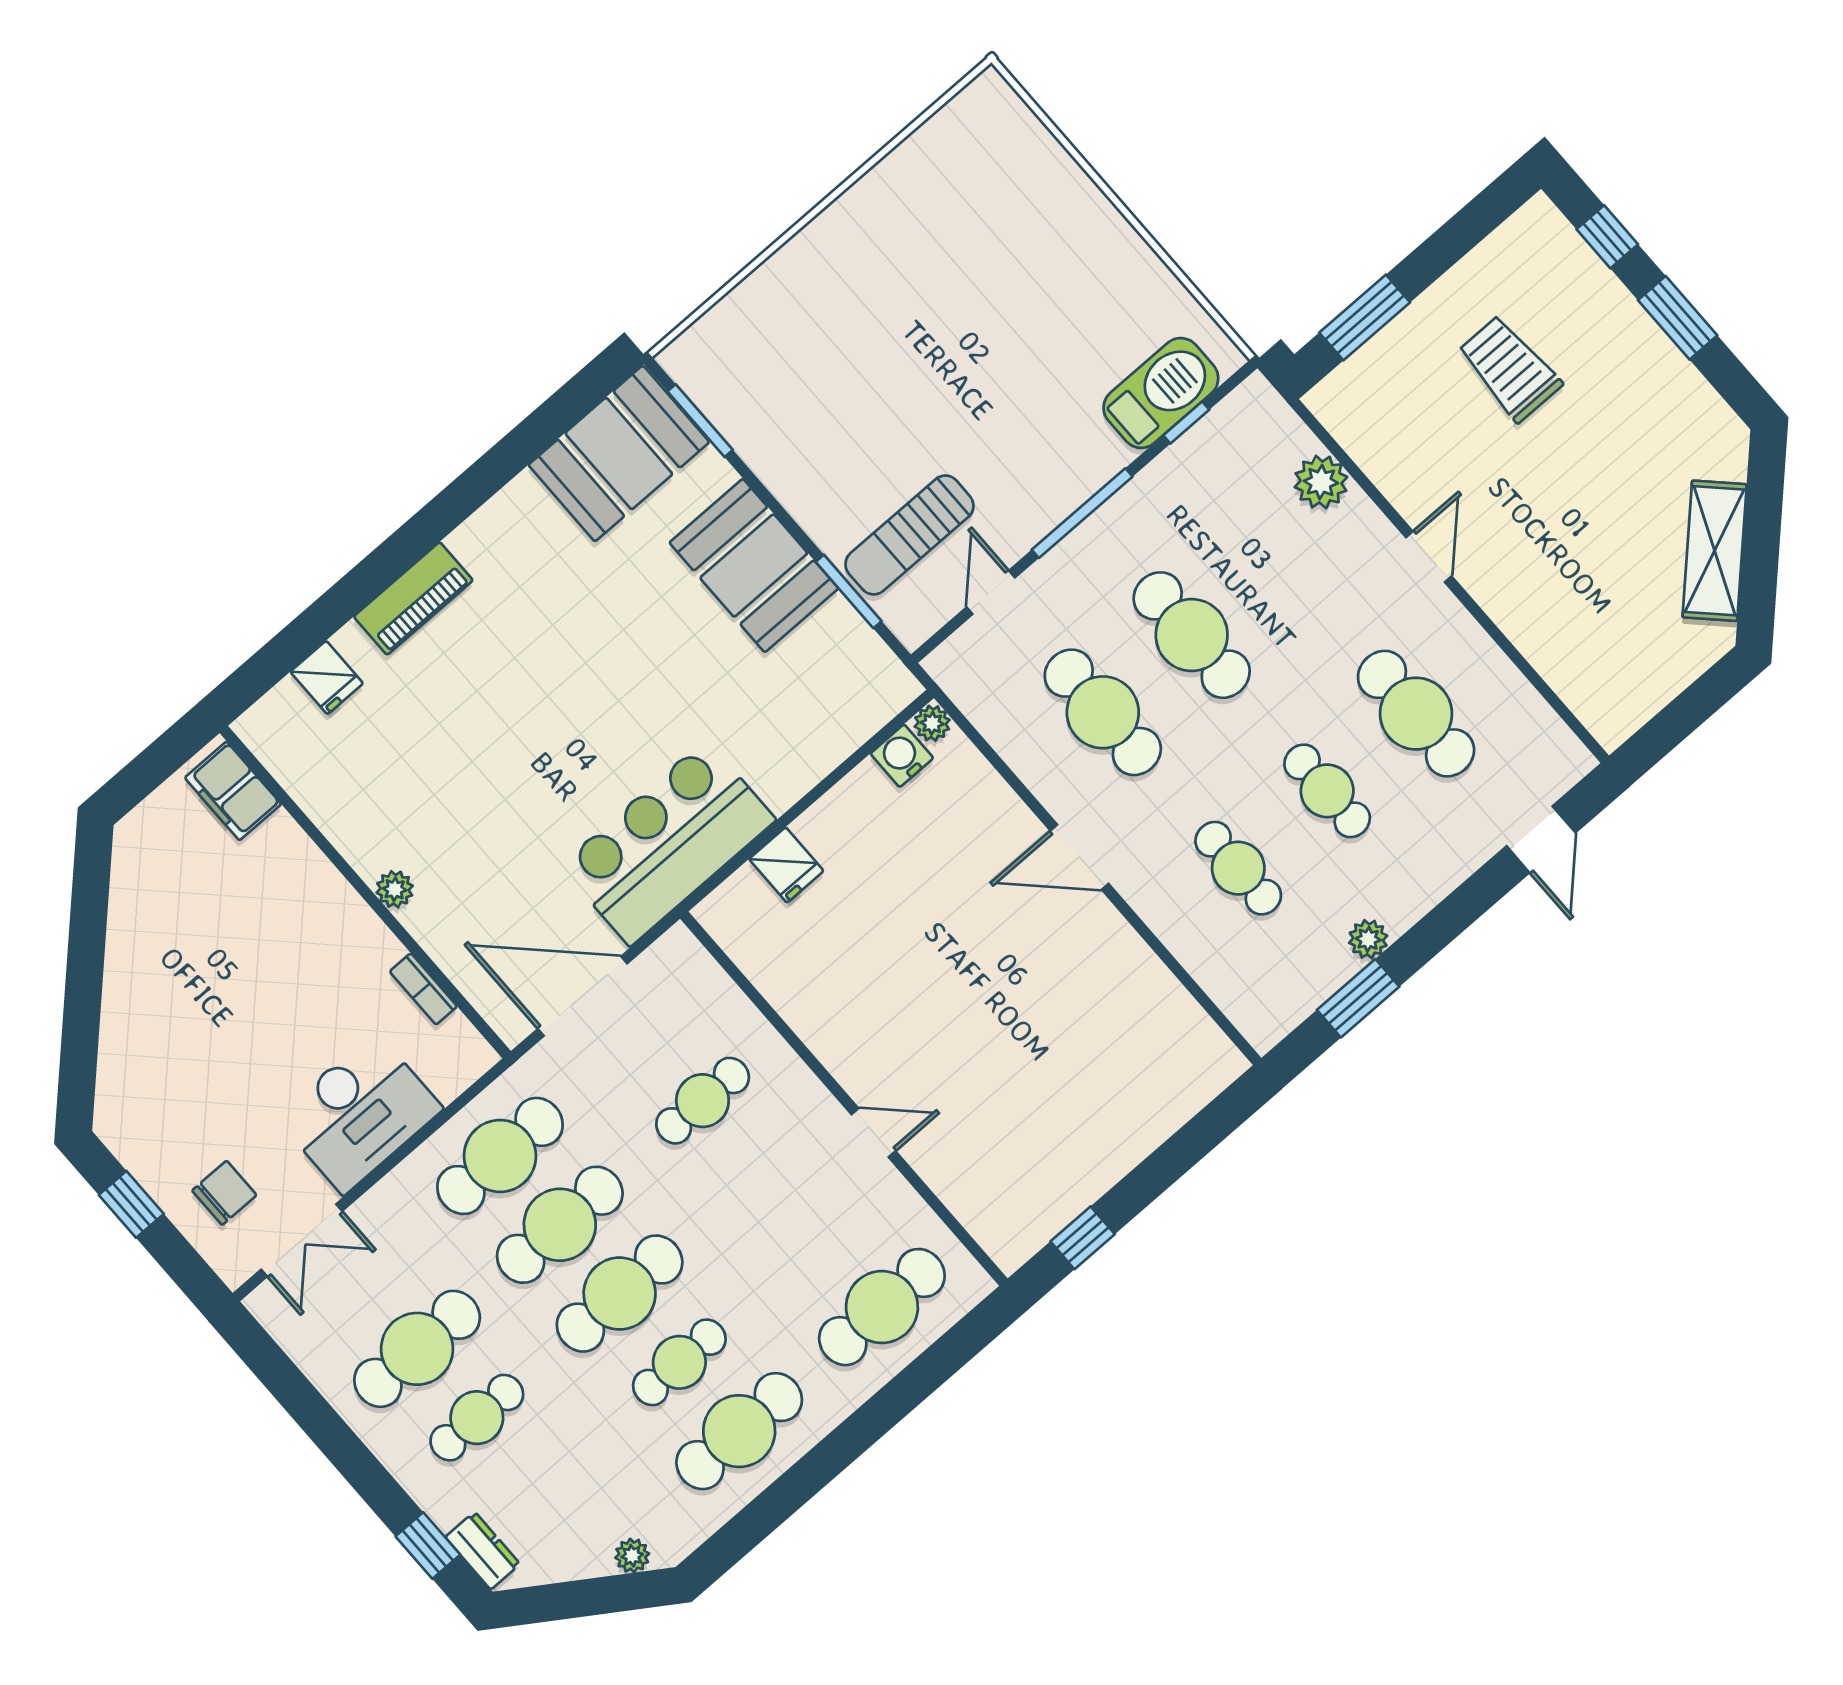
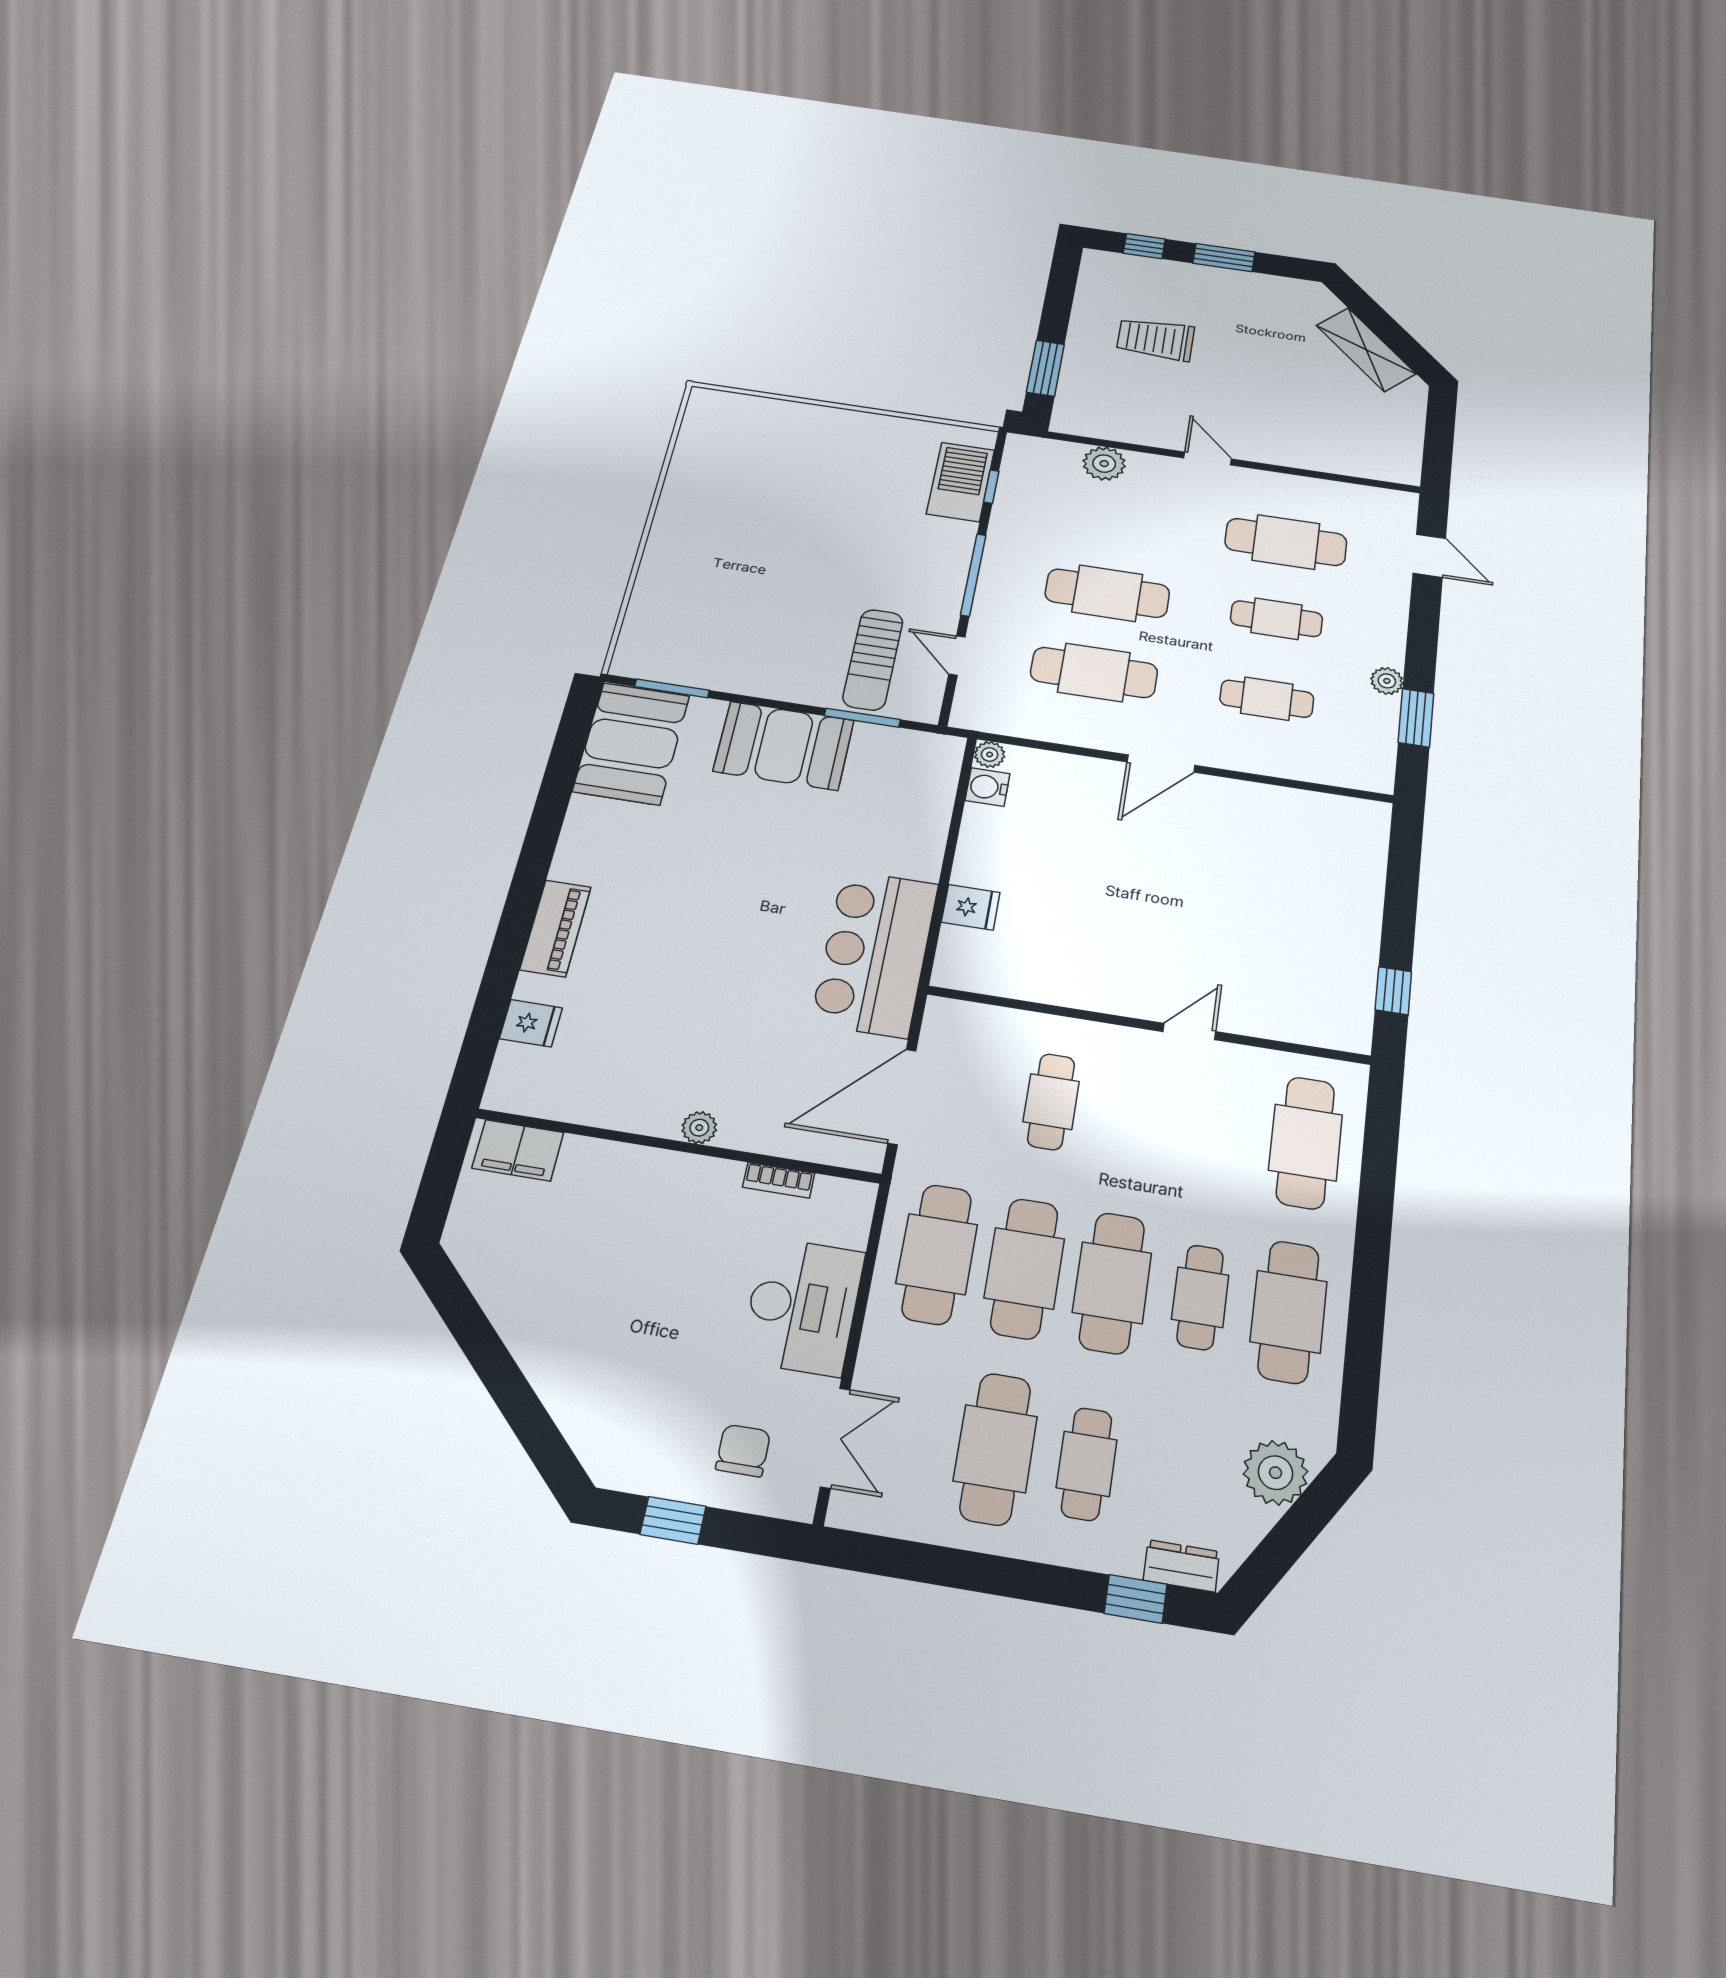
plant: (632, 1556) -> (1275, 1473), width x1.88, depth x1.88

